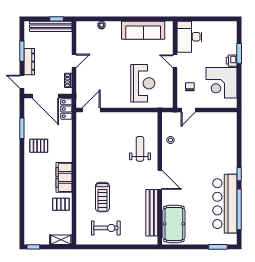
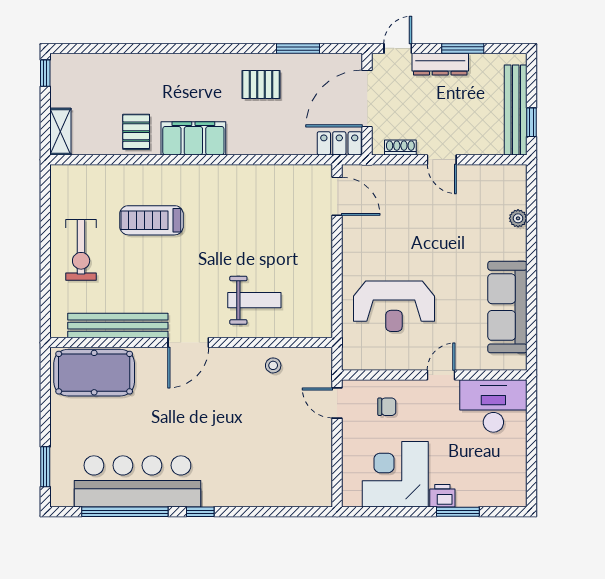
pallet: (39, 146) -> (261, 84), turned 90
exercise bike: (106, 228) -> (81, 250), moved

